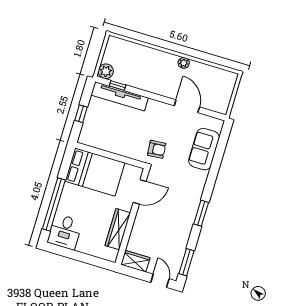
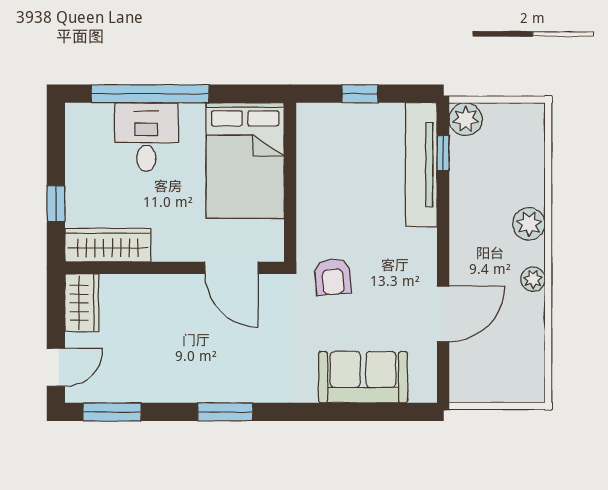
plant: (159, 57) -> (529, 224), added
wardrobe: (118, 229) -> (108, 245), moved
desk: (65, 232) -> (146, 137), moved, turned 90
window: (89, 259) -> (56, 204), added

